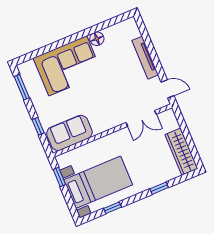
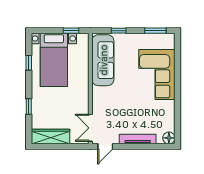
floor lamp: (97, 39) -> (169, 138), moved
double door: (141, 118) -> (90, 128), moved
sofa: (69, 133) -> (103, 60), width x1.36

